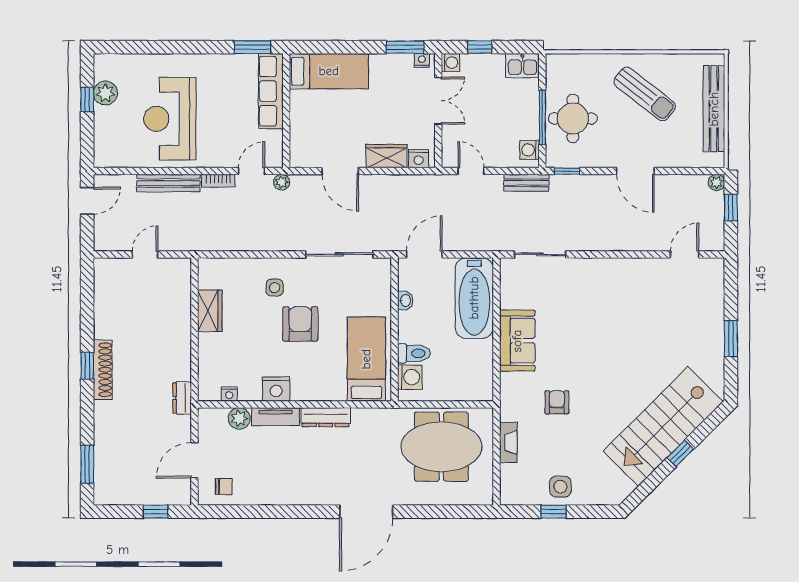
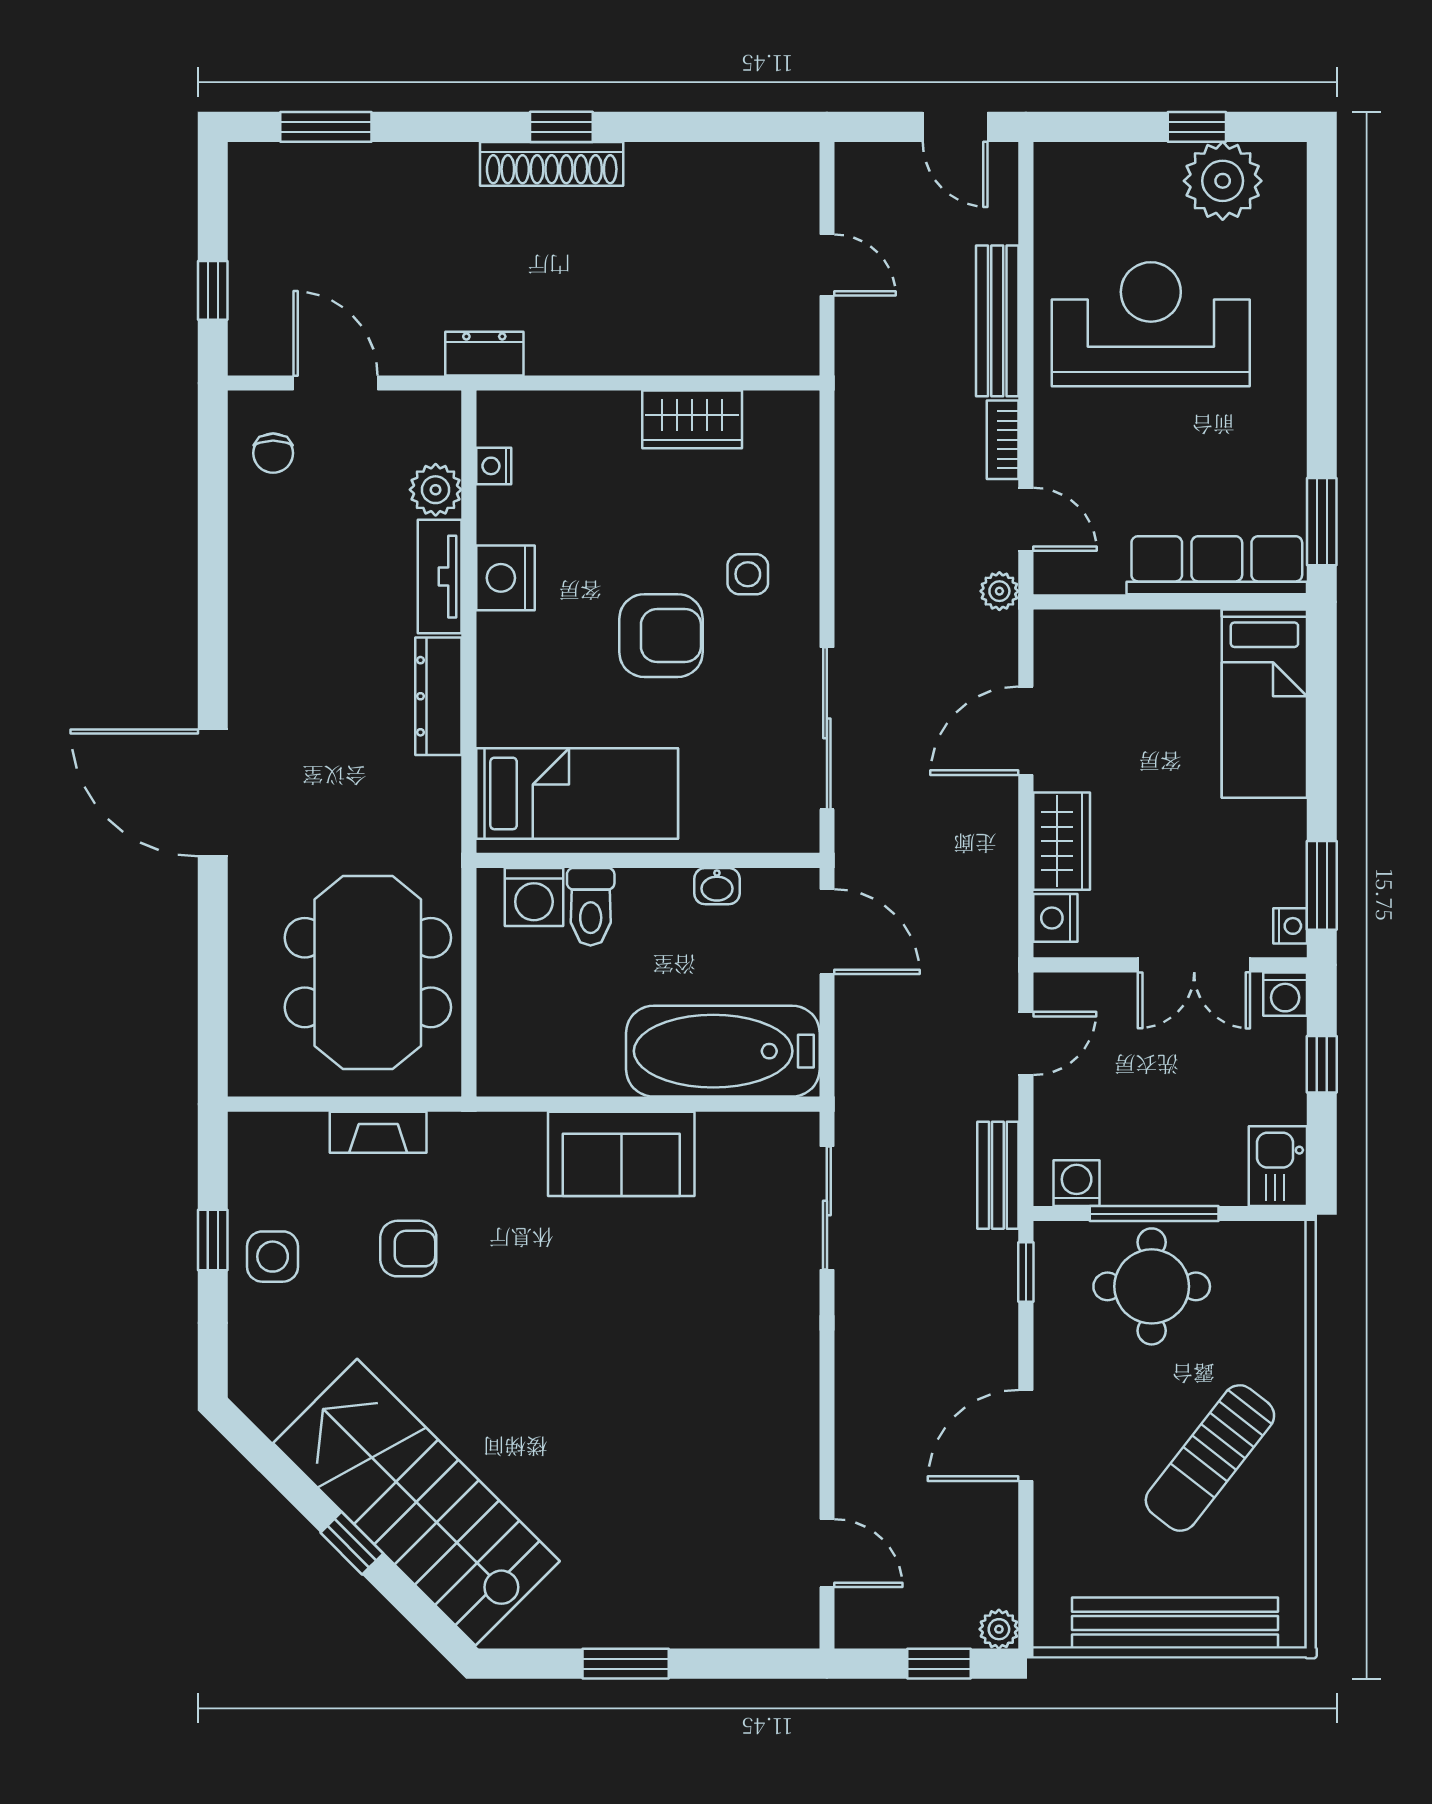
plant: (105, 93) -> (1223, 181), width x1.36, depth x1.36
armchair: (557, 402) -> (408, 1249), moved

